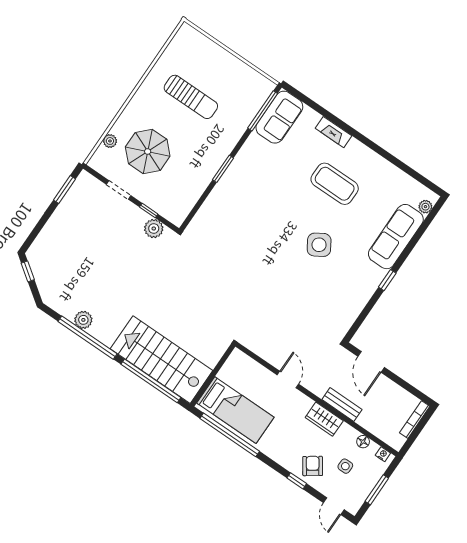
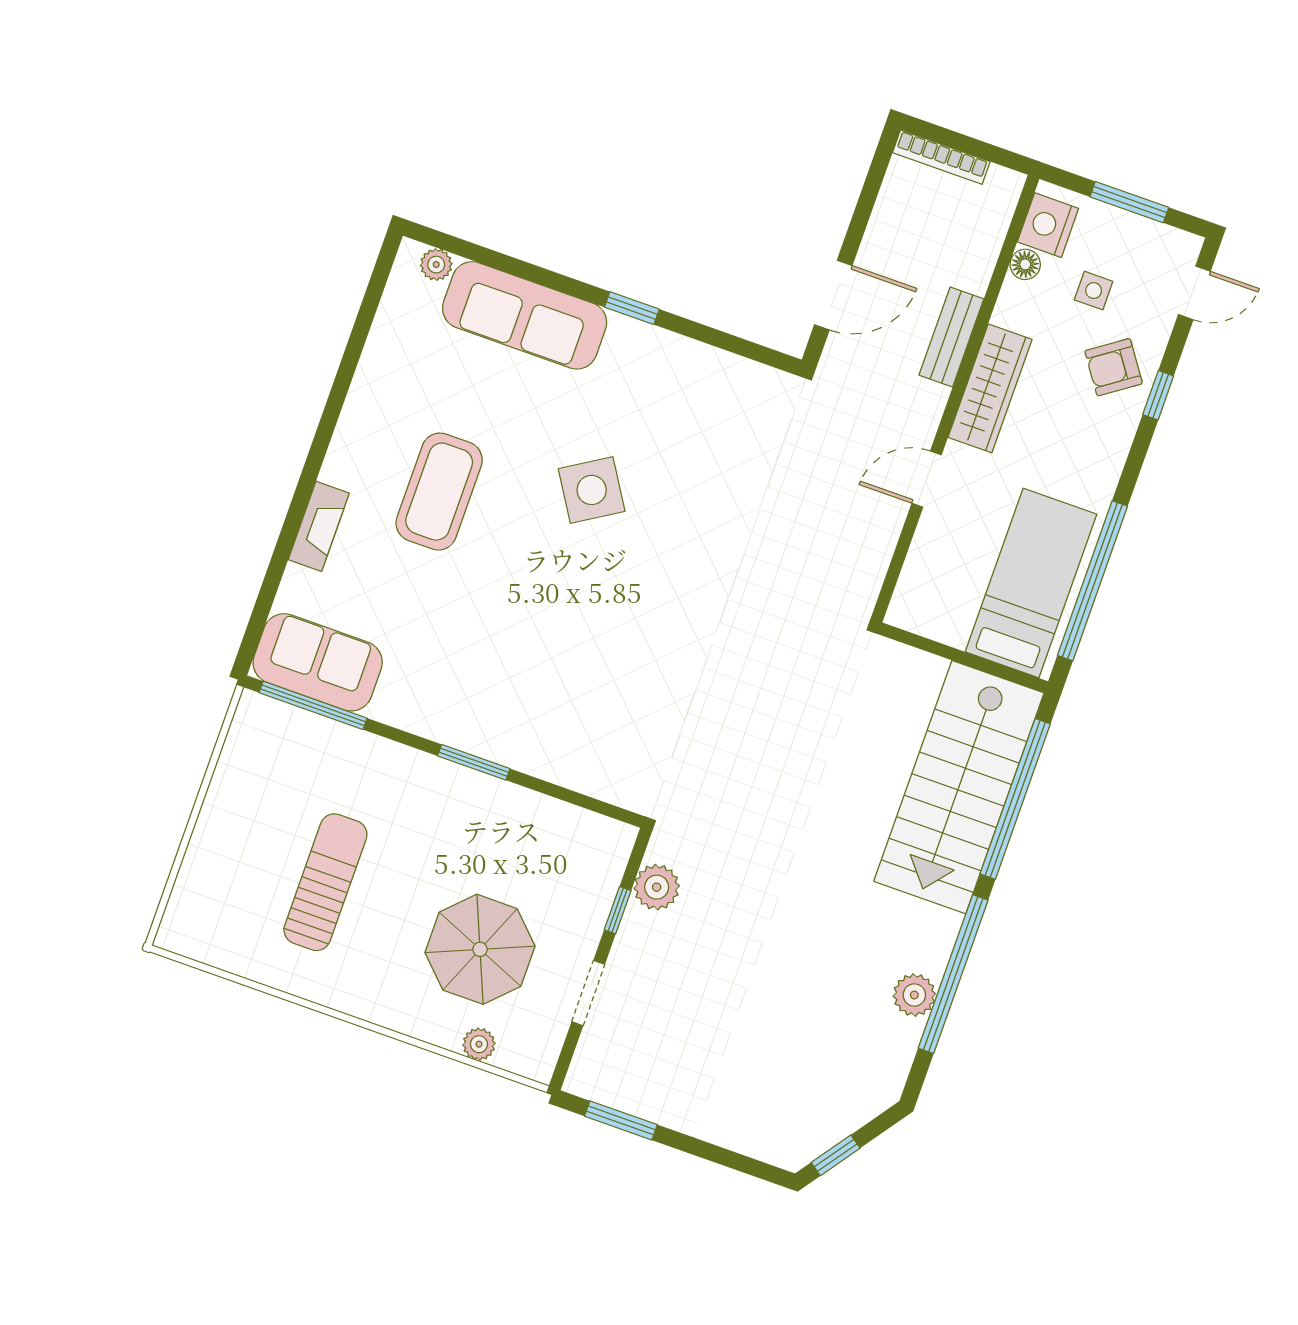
wardrobe: (324, 419) -> (990, 388), width x1.50
nightstand: (383, 454) -> (1048, 225), width x1.89, depth x1.79

